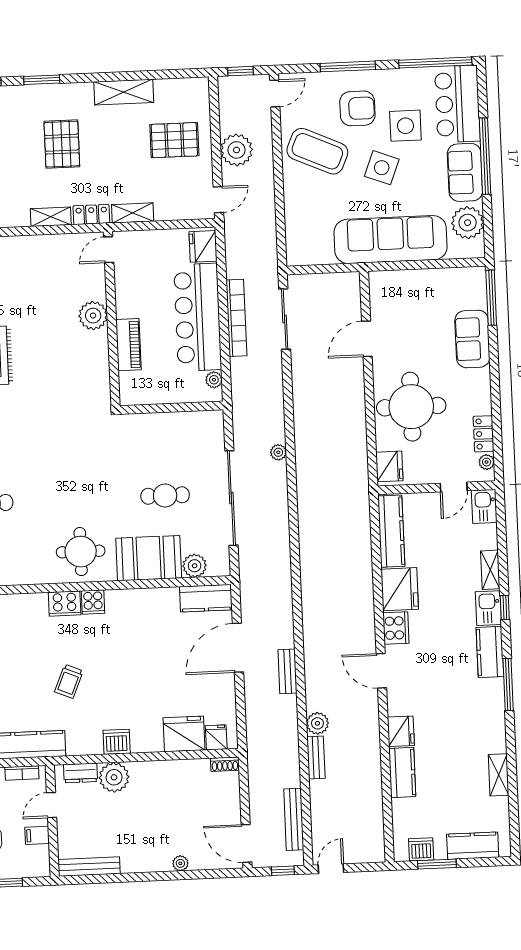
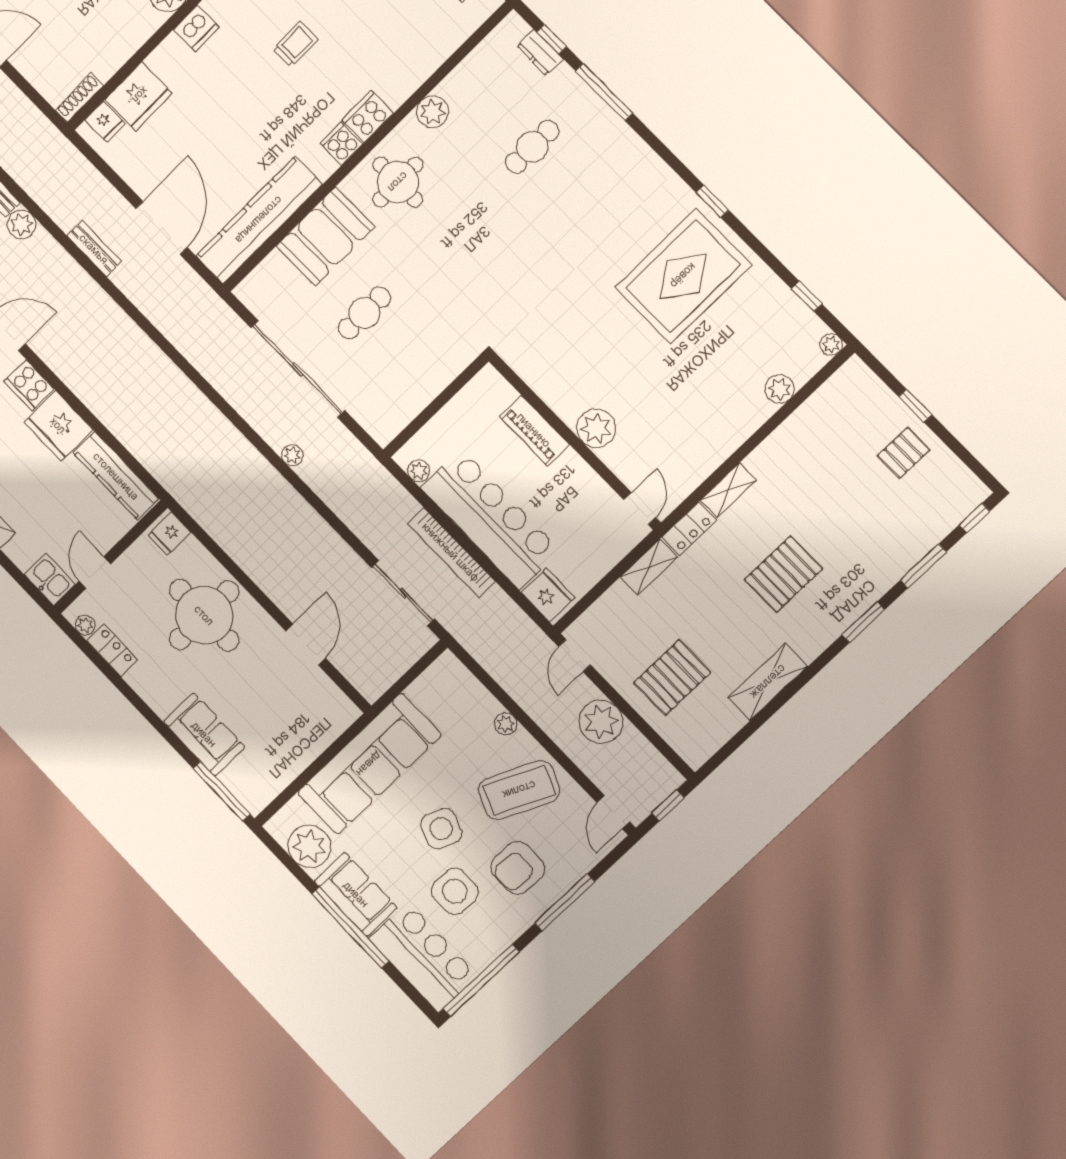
pallet: (62, 144) -> (783, 574), turned 90
plant: (292, 195) -> (506, 724), added
fridge: (389, 466) -> (170, 534), width x0.72
plant: (195, 566) -> (432, 112), moved
kitchen counter: (206, 598) -> (259, 220), width x2.08, depth x1.17
trolley: (69, 681) -> (295, 44), turned 67
shoe rack: (225, 764) -> (79, 98), width x1.43

